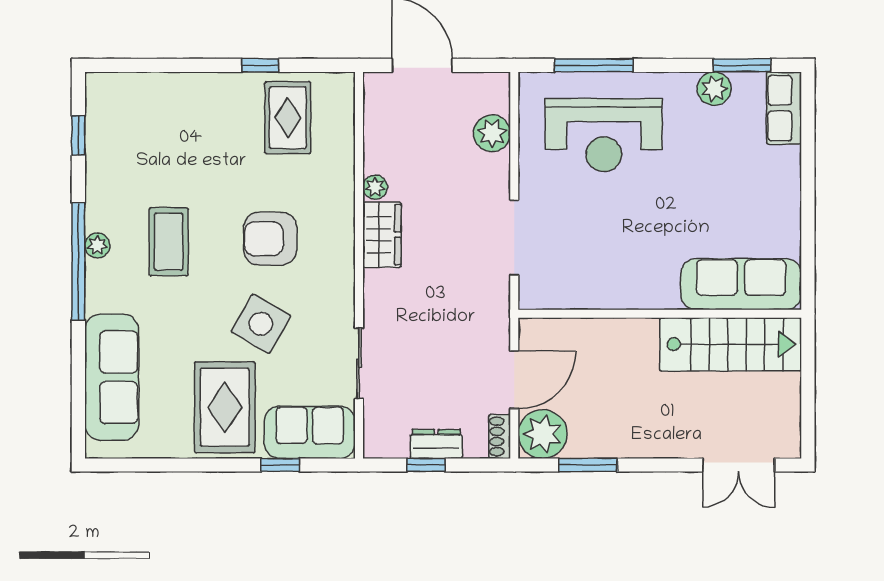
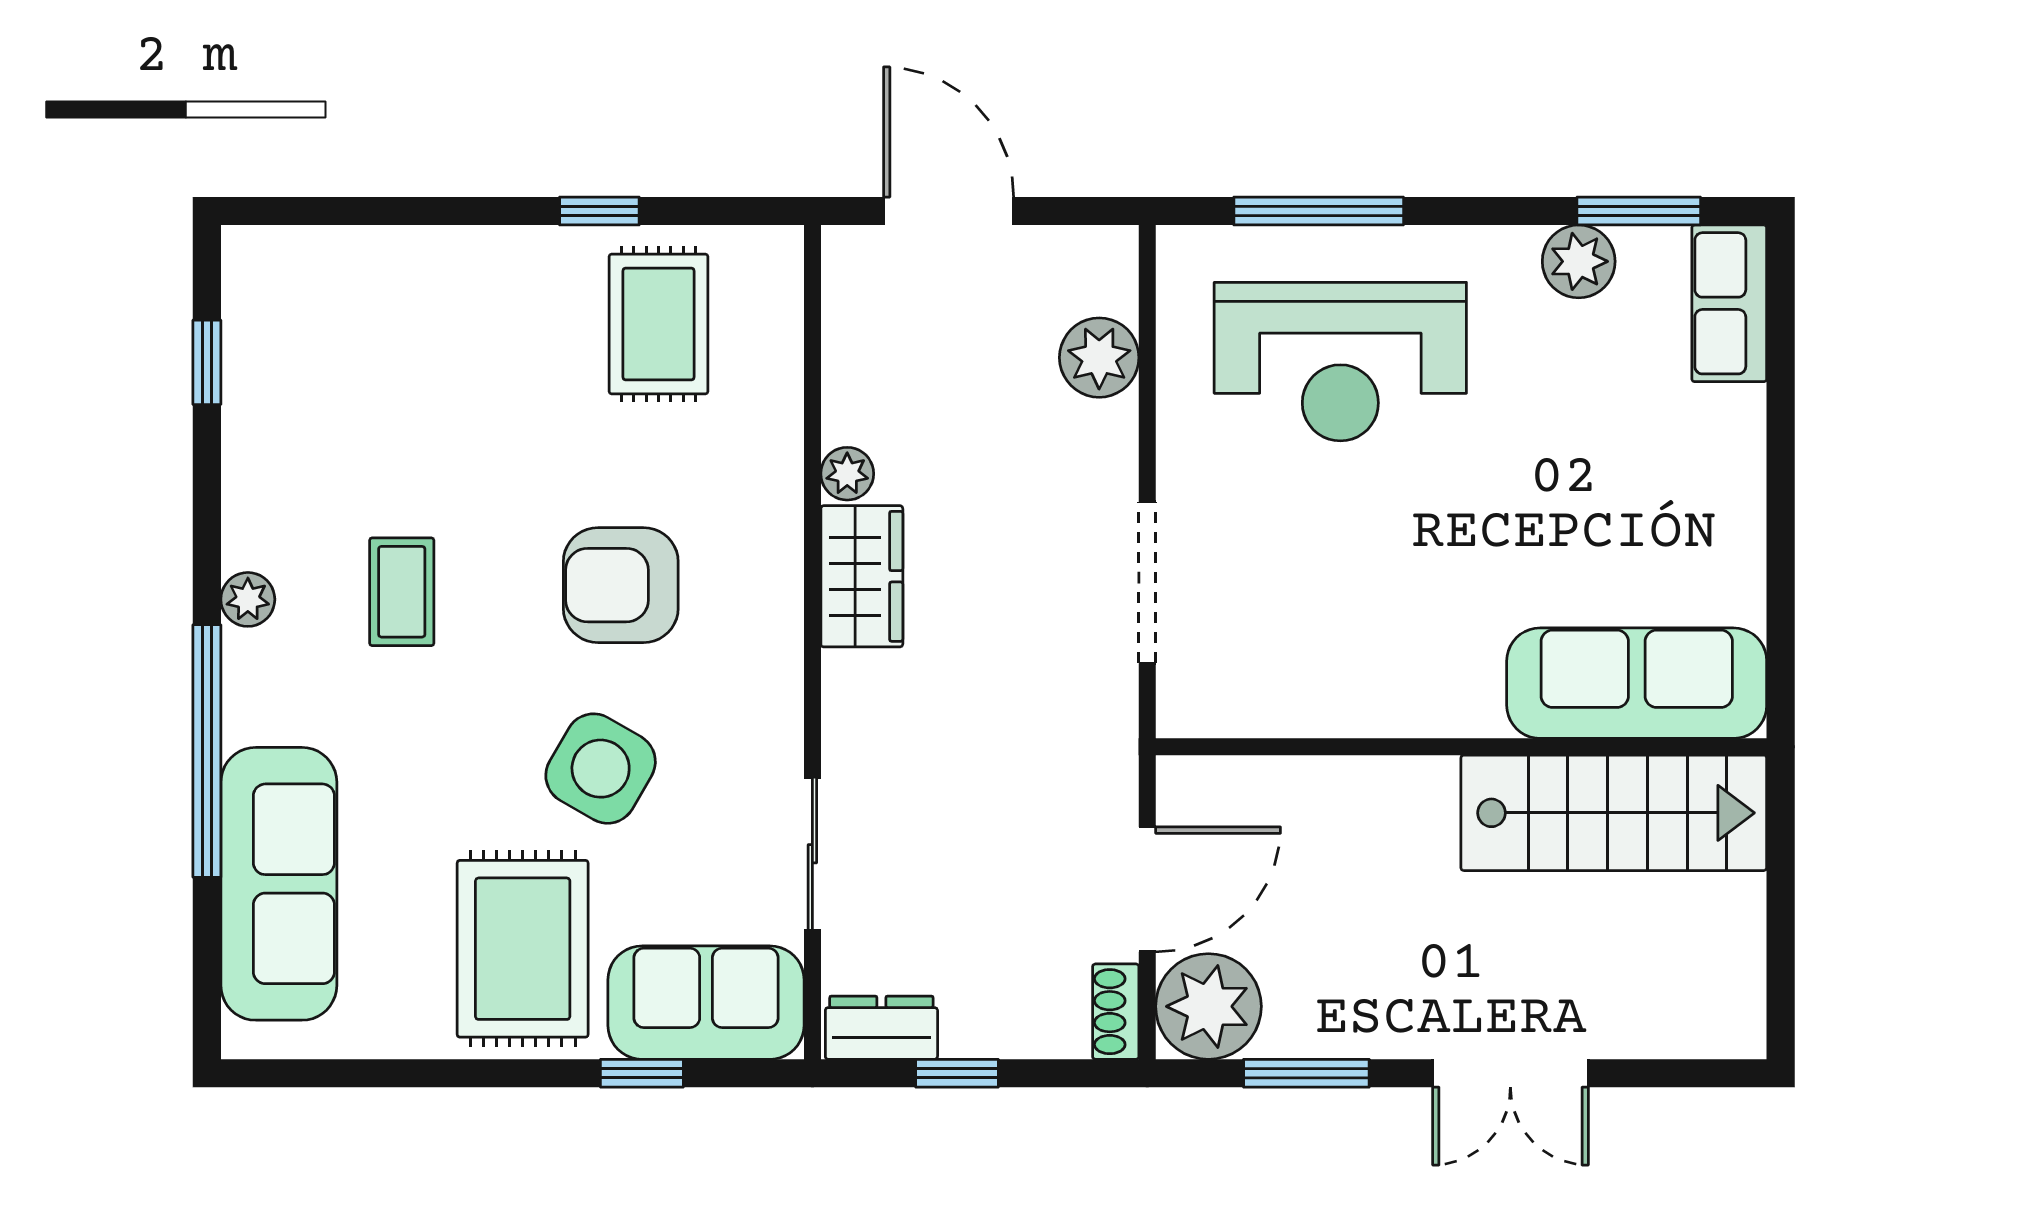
coffee table: (169, 242) -> (402, 592), width x0.73, depth x0.77
window: (78, 262) -> (207, 751), moved
dresser: (436, 444) -> (881, 1028), moved
double door: (739, 465) -> (1510, 1073), moved

